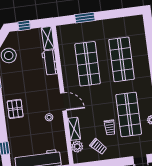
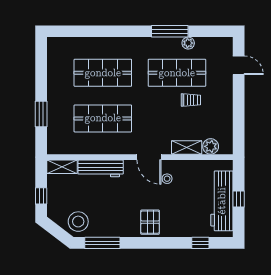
workbench: (50, 62) -> (101, 168), width x1.37
door: (63, 102) -> (149, 157), swing flipped
pallet: (15, 109) -> (150, 222), turned 90
trolley: (98, 146) -> (214, 118), removed

